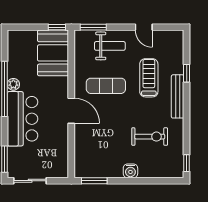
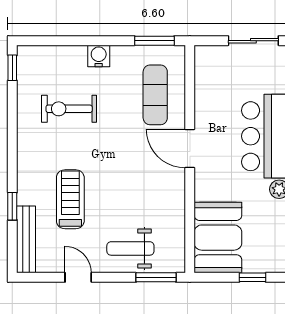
window: (57, 27) -> (252, 277), moved
treadmill: (149, 78) -> (70, 199), turned 180
exercise mat: (106, 86) -> (155, 95), moved, turned 90
bench: (178, 96) -> (26, 239), moved

